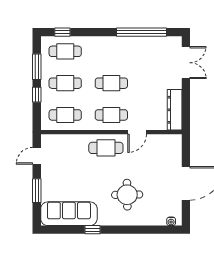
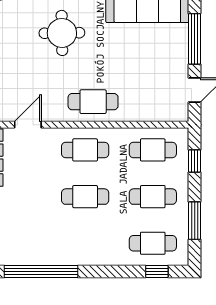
window: (37, 95) -> (195, 161), moved
door: (137, 132) -> (28, 125), moved
window: (37, 191) -> (195, 39), width x1.44

